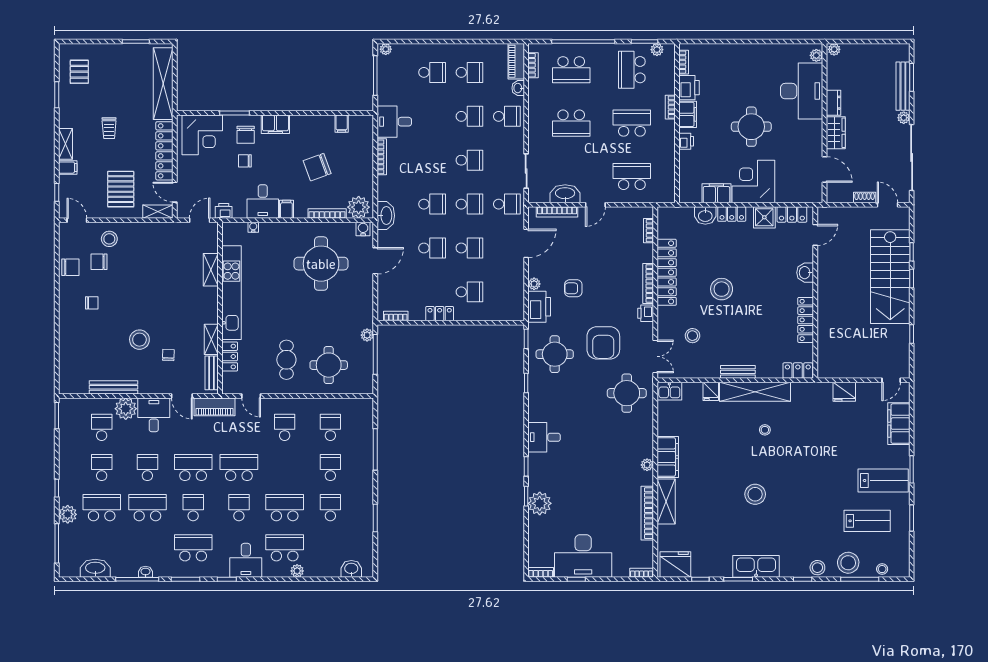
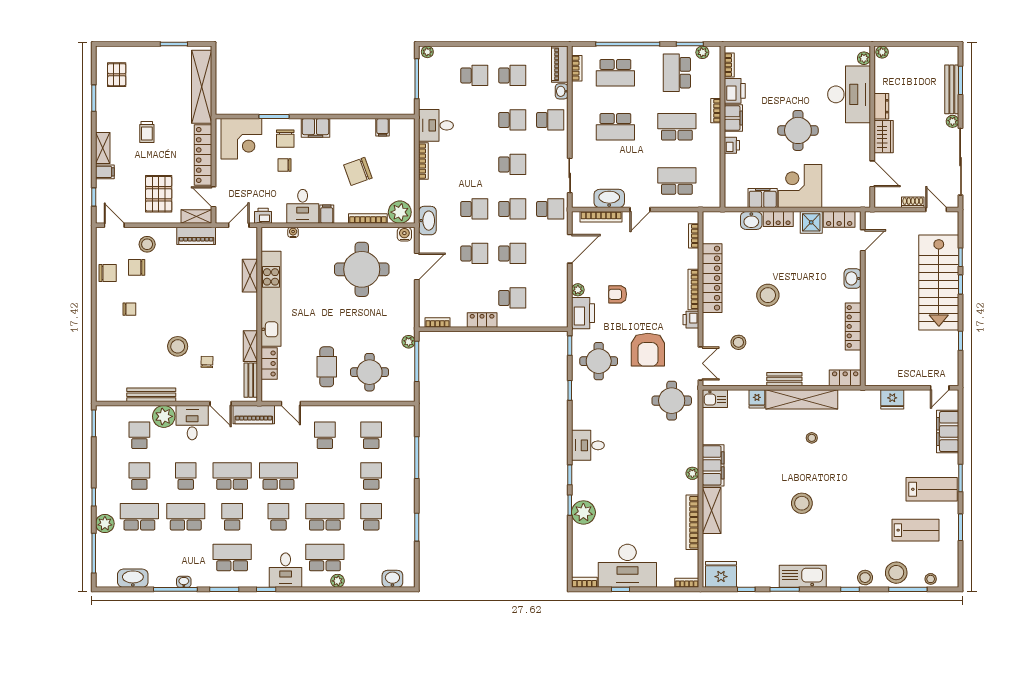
piano: (158, 231) -> (196, 236), added

